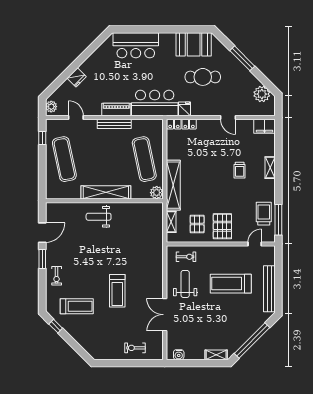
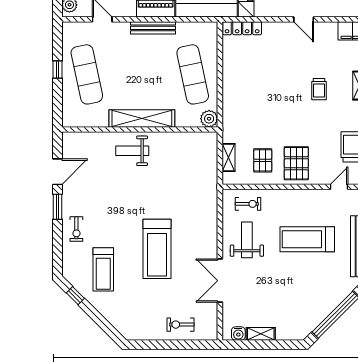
window: (42, 138) -> (57, 69), moved
shelving: (173, 185) -> (231, 109), removed
treadmill: (117, 291) -> (157, 249), width x1.37, depth x1.37
treadmill: (77, 306) -> (103, 269), turned 90
shelving: (216, 355) -> (261, 334), moved

